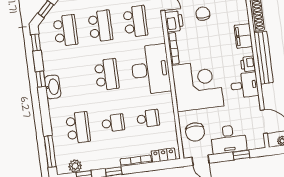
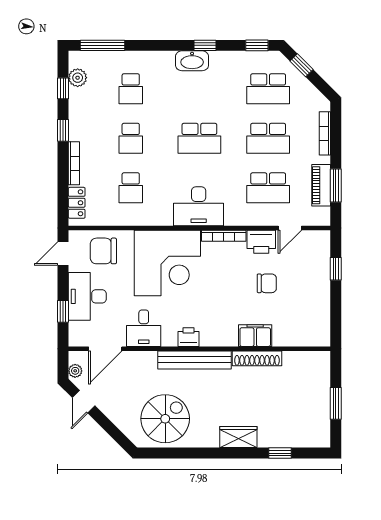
filing cabinet: (243, 36) -> (255, 336), moved
desk: (151, 69) -> (199, 206), width x0.73, depth x0.77
desk: (244, 85) -> (144, 328), moved
school desk: (78, 128) -> (131, 89), width x0.54

